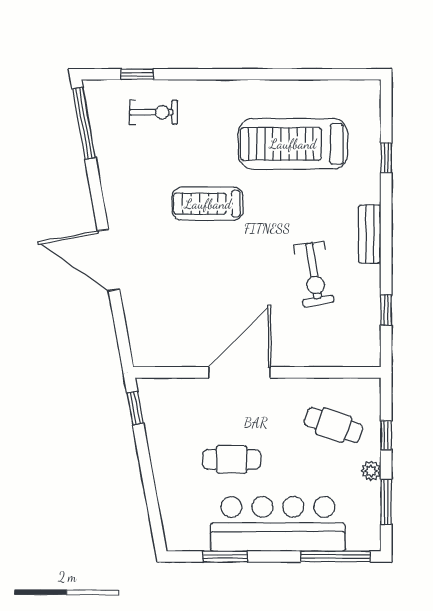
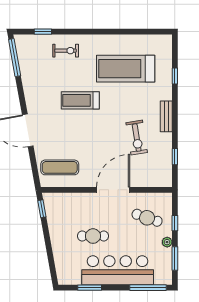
exercise bike: (153, 112) -> (66, 51), moved
exercise mat: (169, 330) -> (60, 167), added
door: (239, 372) -> (113, 190), moved

